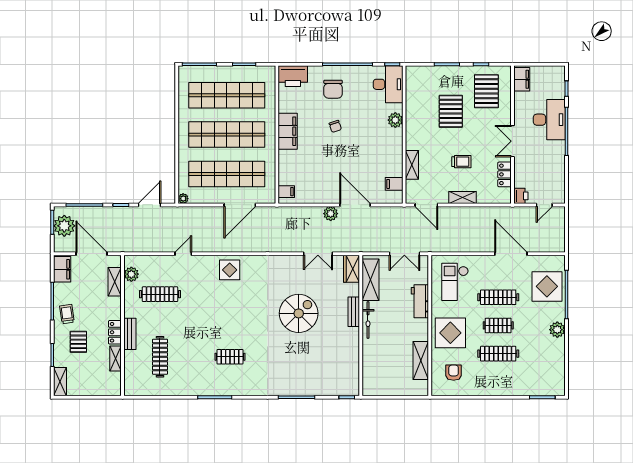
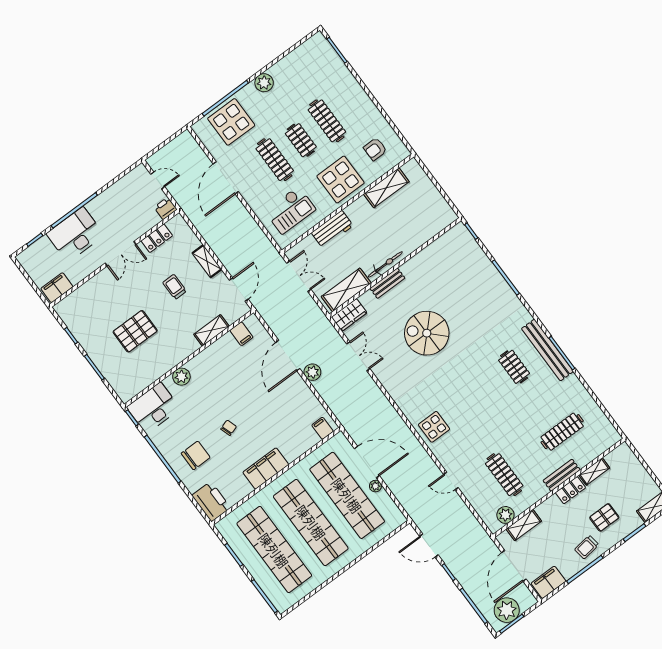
pallet: (486, 91) -> (92, 312), removed
plant: (183, 199) -> (375, 486), moved
bench: (224, 389) -> (547, 350), added

